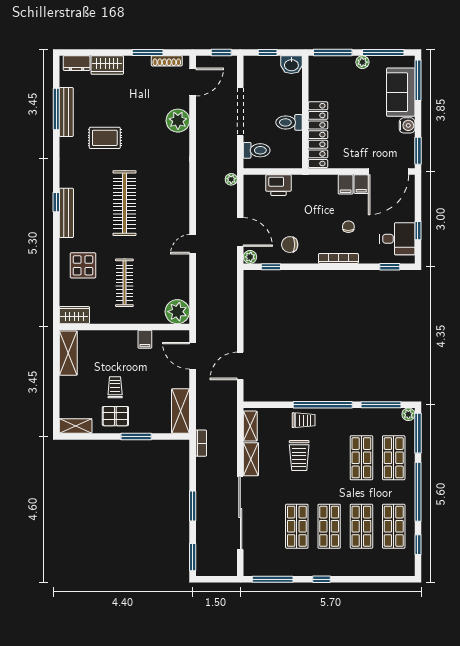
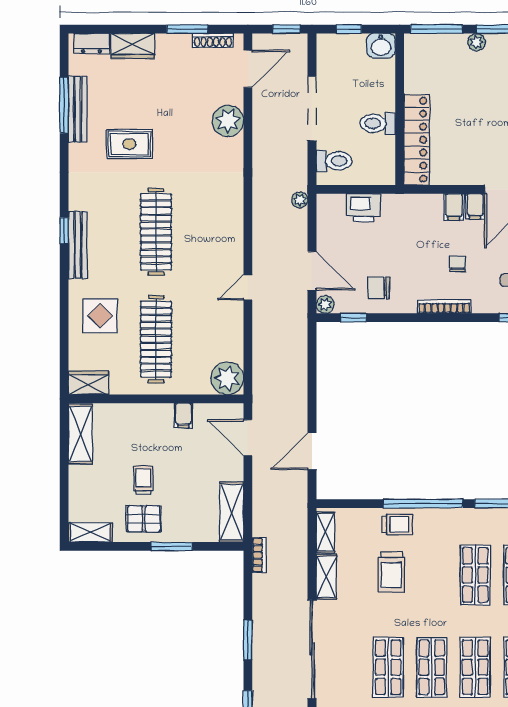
clothes rail: (124, 283) -> (156, 339), width x1.37, depth x1.31

